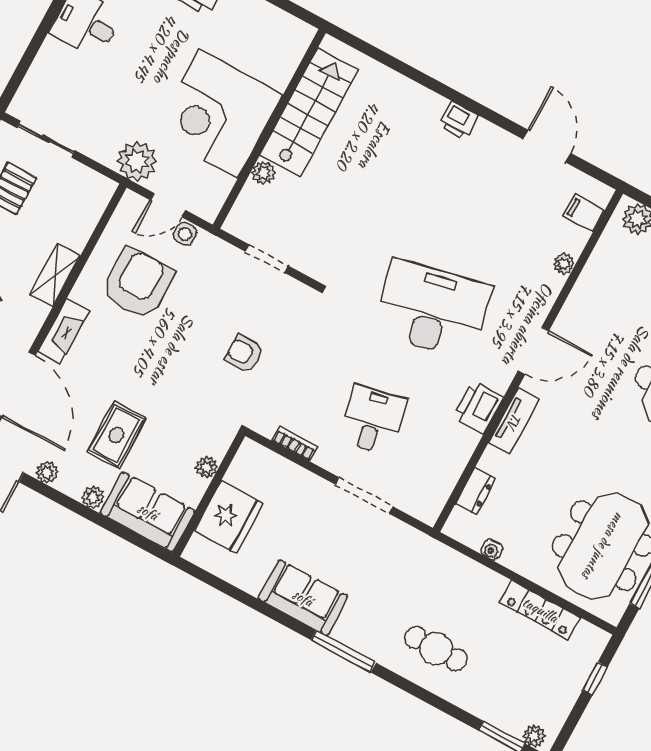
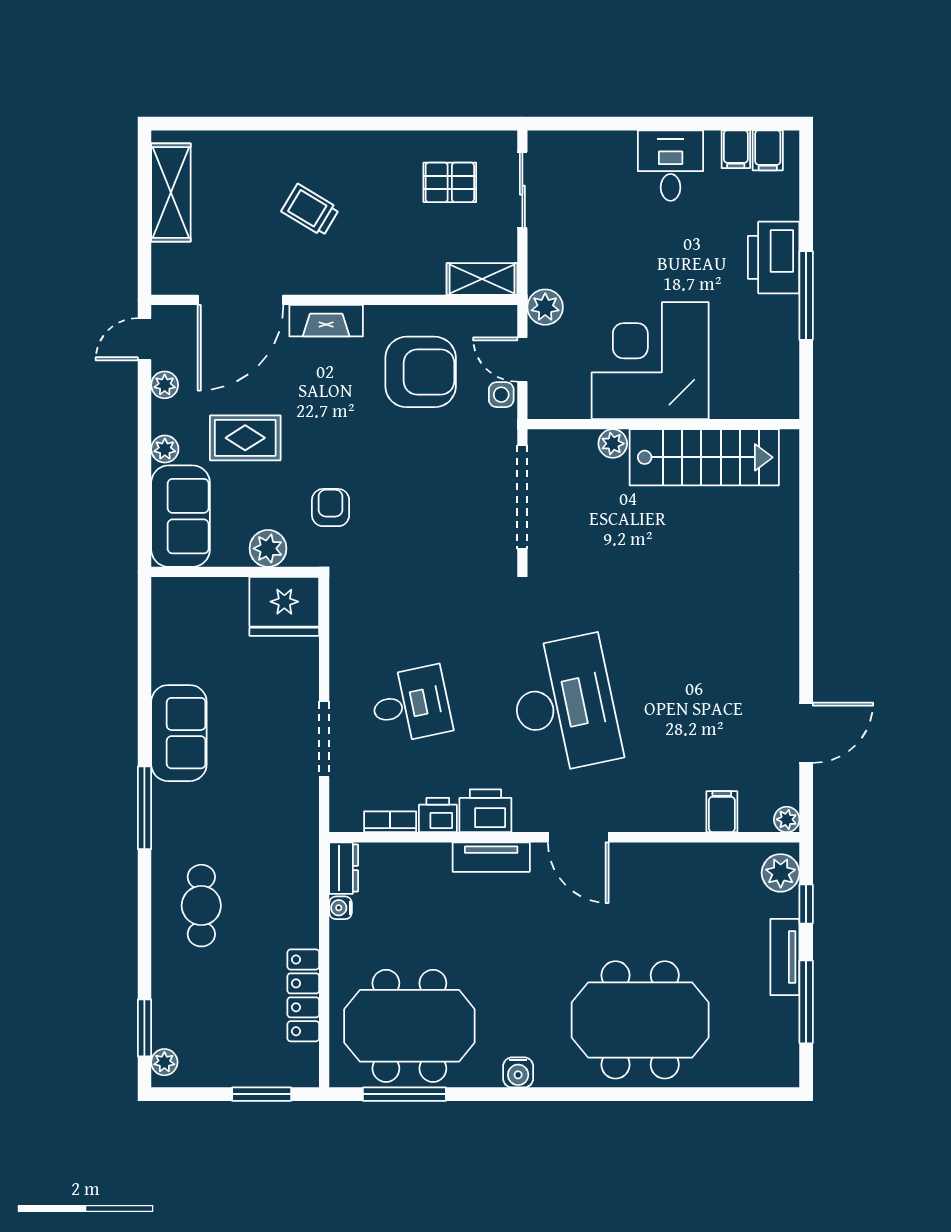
printer: (459, 121) -> (438, 815), moved, turned 90
plant: (137, 161) -> (545, 307), width x0.73, depth x0.73
filing cabinet: (584, 213) -> (722, 812), moved
doorway: (267, 258) -> (522, 497), width x1.87
plant: (564, 264) -> (787, 819), moved
shelving: (55, 275) -> (482, 279), moved
armchair: (244, 354) -> (331, 508), moved
bookcase: (295, 444) -> (390, 822), moved, turned -90
plant: (207, 467) -> (268, 548), width x1.38, depth x1.38
dresser: (476, 491) -> (344, 868), moved, turned -90
fridge: (229, 517) -> (284, 606), moved
window: (595, 679) -> (262, 1094), width x1.50

